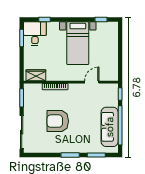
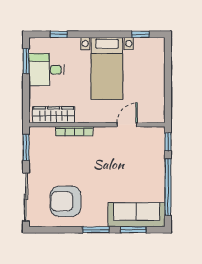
desk: (35, 34) -> (46, 70), moved, turned -90
wardrobe: (36, 75) -> (54, 115), width x1.50
armchair: (58, 121) -> (65, 201), moved
sofa: (110, 127) -> (136, 215), moved, turned 90

